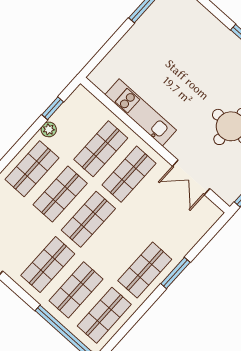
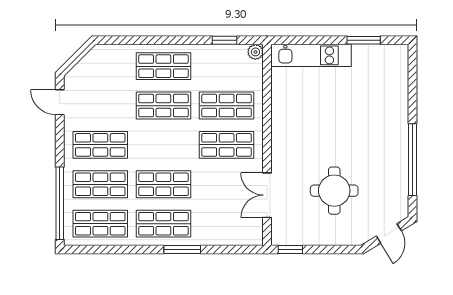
kitchen unit: (141, 112) -> (311, 55), moved, turned 90
plant: (49, 129) -> (255, 52), moved
shop shelf: (88, 219) -> (163, 184), moved

